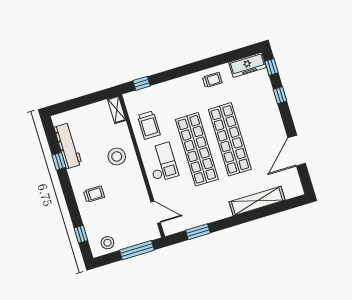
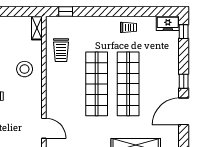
freezer: (248, 65) -> (168, 23), width x0.71
window: (280, 95) -> (184, 81), moved
checkout: (162, 162) -> (63, 86), removed

